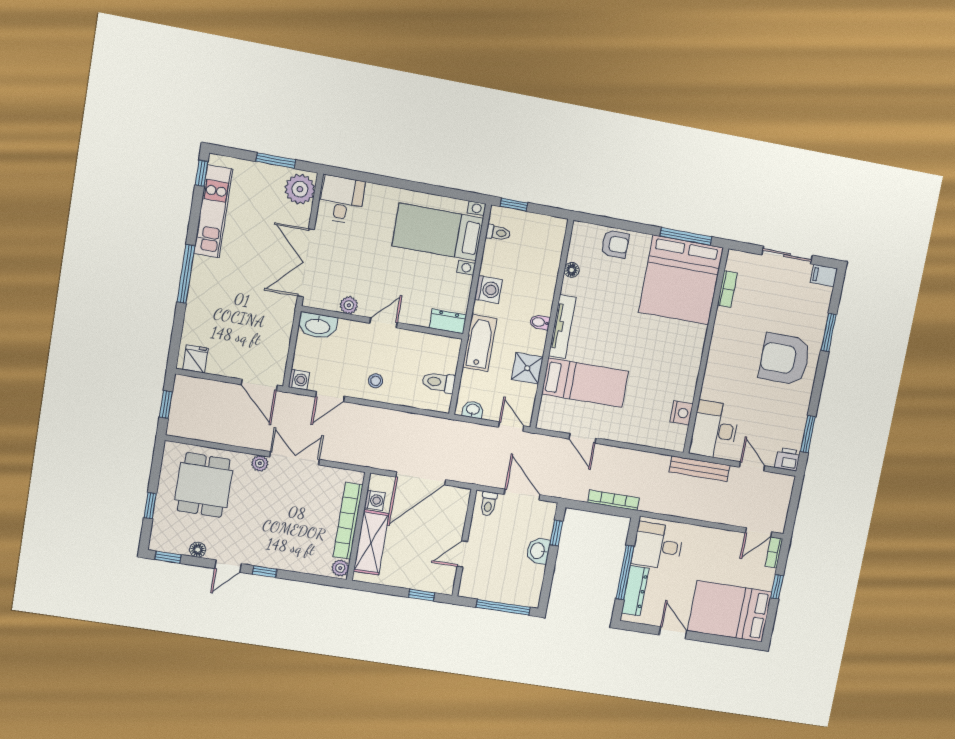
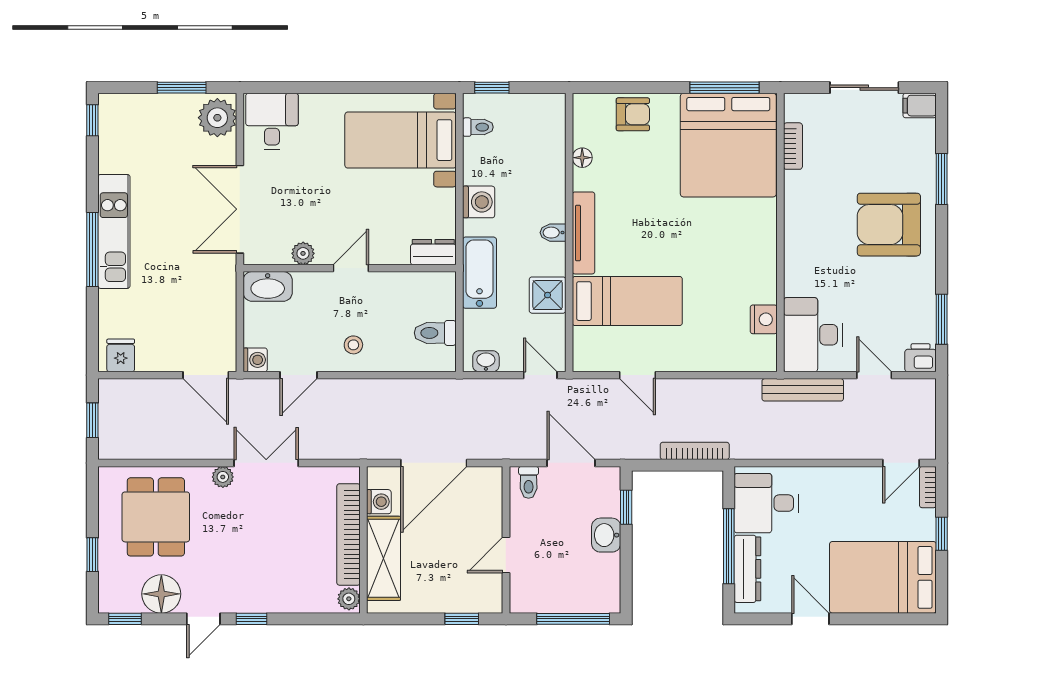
kitchen unit: (213, 211) -> (114, 231), moved
floor lamp: (198, 550) -> (161, 594), width x1.89, depth x1.89

